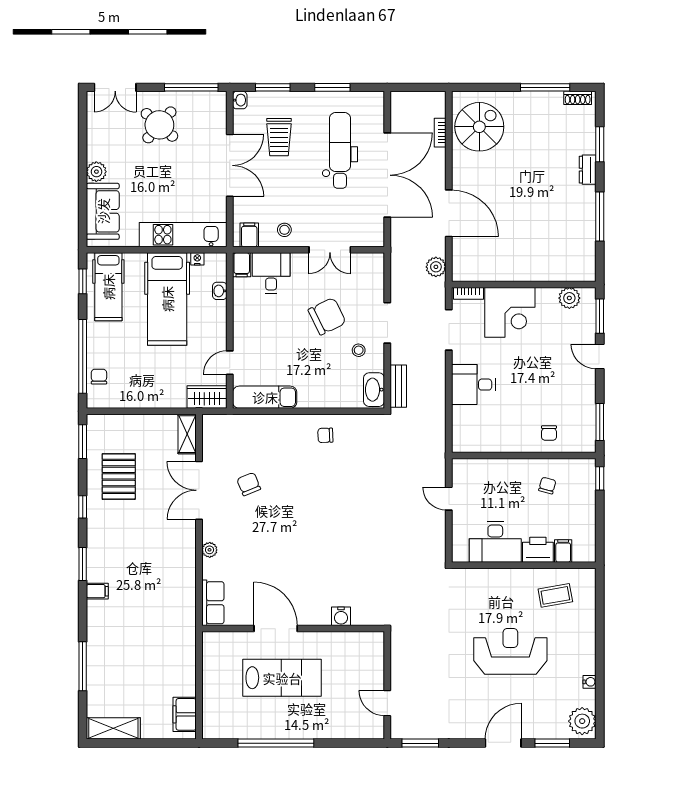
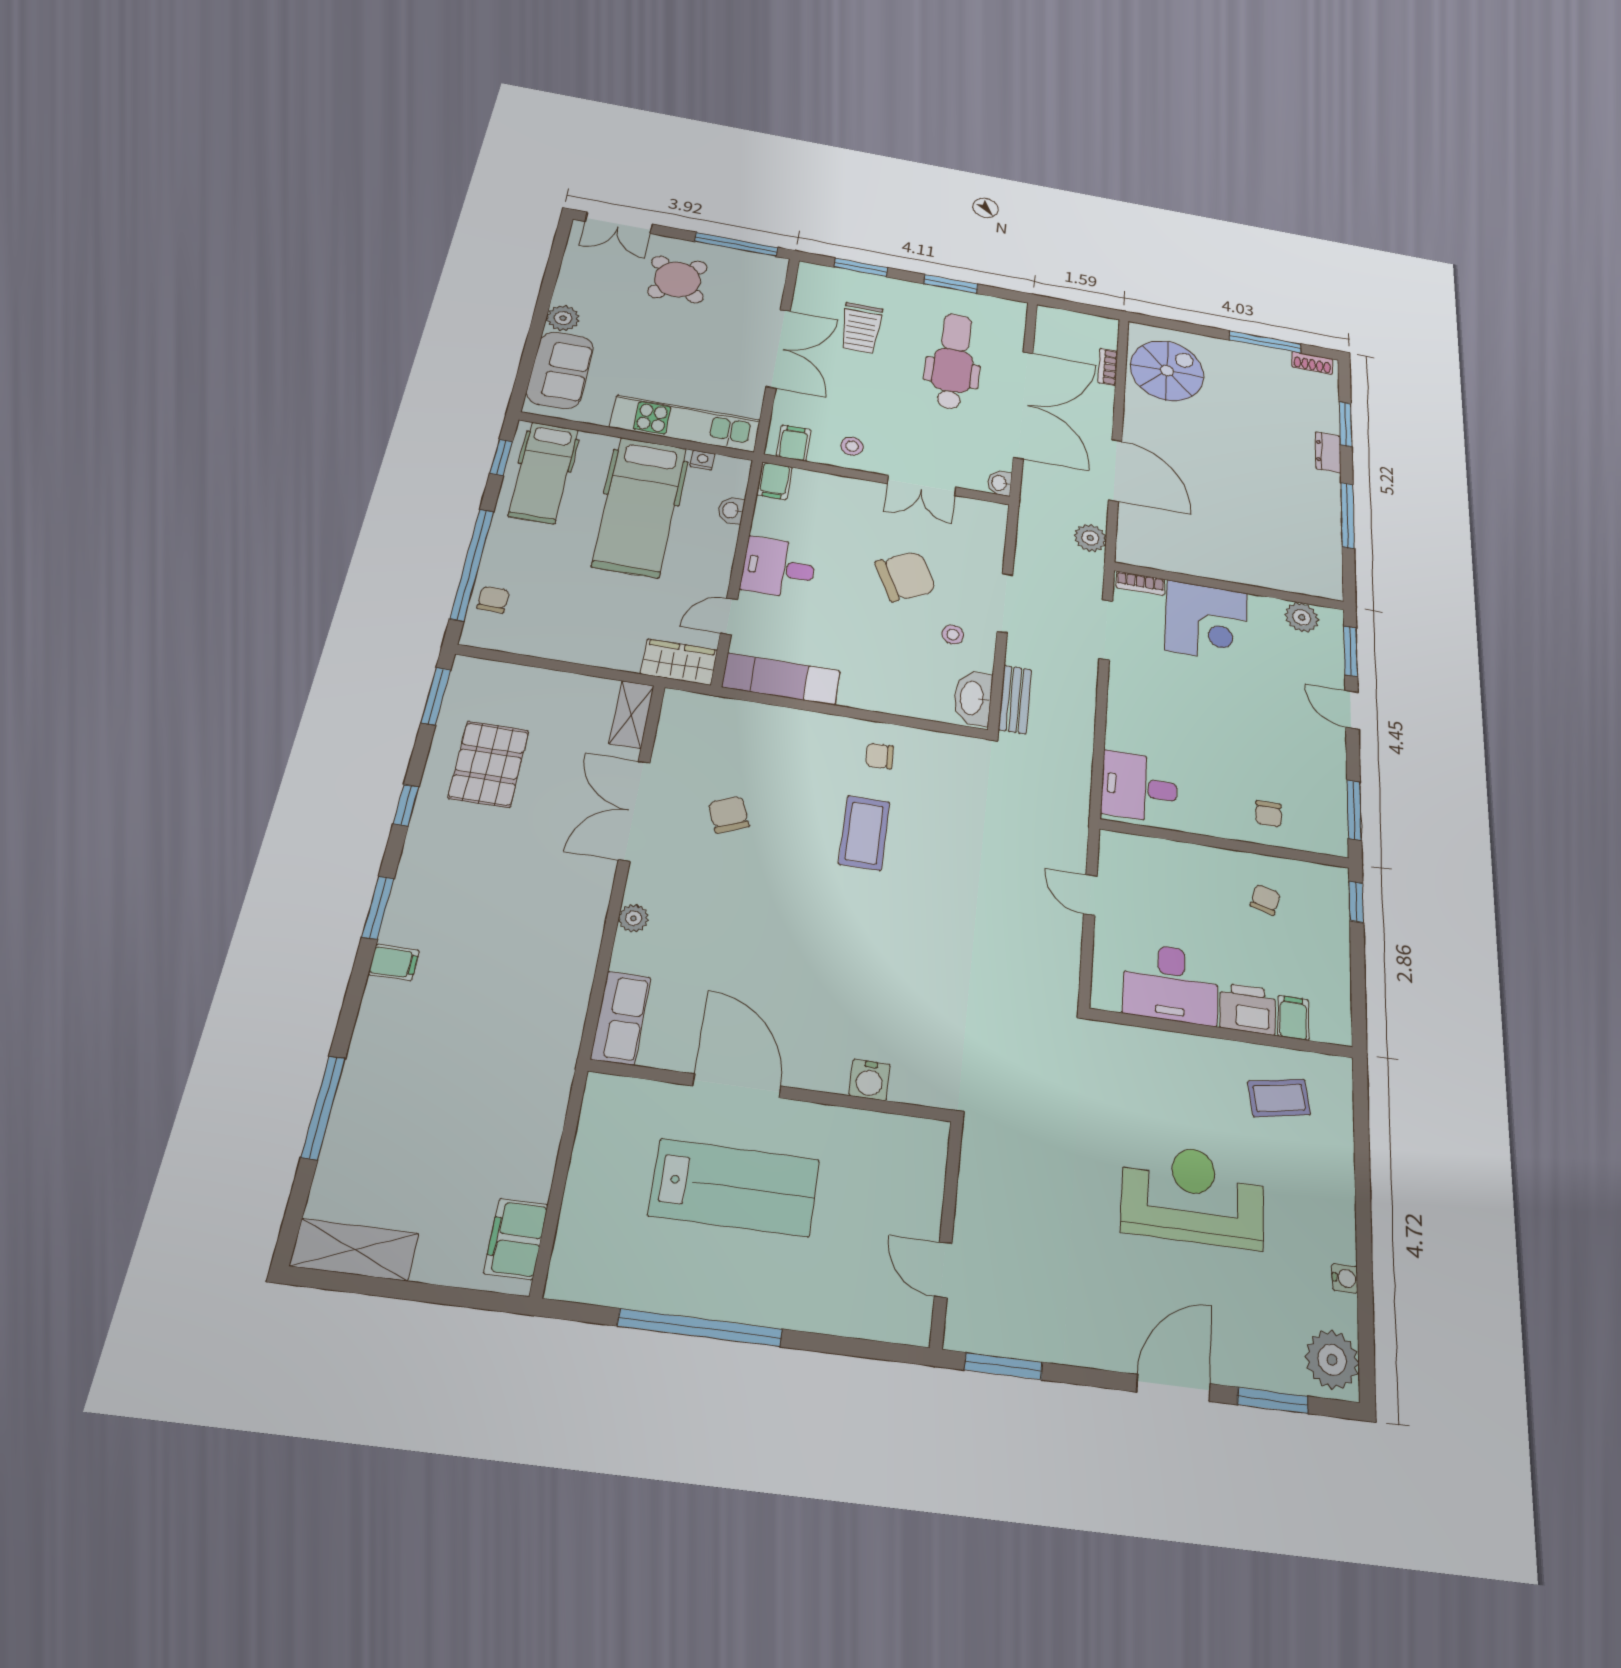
washbasin: (240, 100) -> (1000, 483), moved, turned 180
desk: (271, 273) -> (779, 568), moved, turned -90
desk: (473, 385) -> (1139, 787), moved
coffee table: (322, 483) -> (864, 833), added

